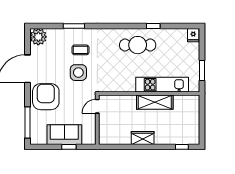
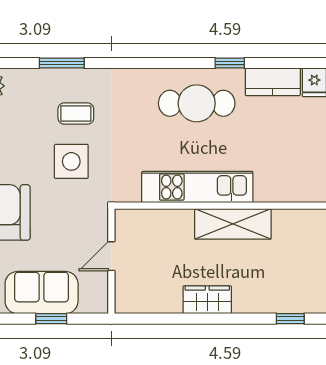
kitchen counter: (174, 35) -> (273, 82), added
kitchen unit: (162, 85) -> (197, 187), moved
door: (97, 106) -> (111, 256), moved

